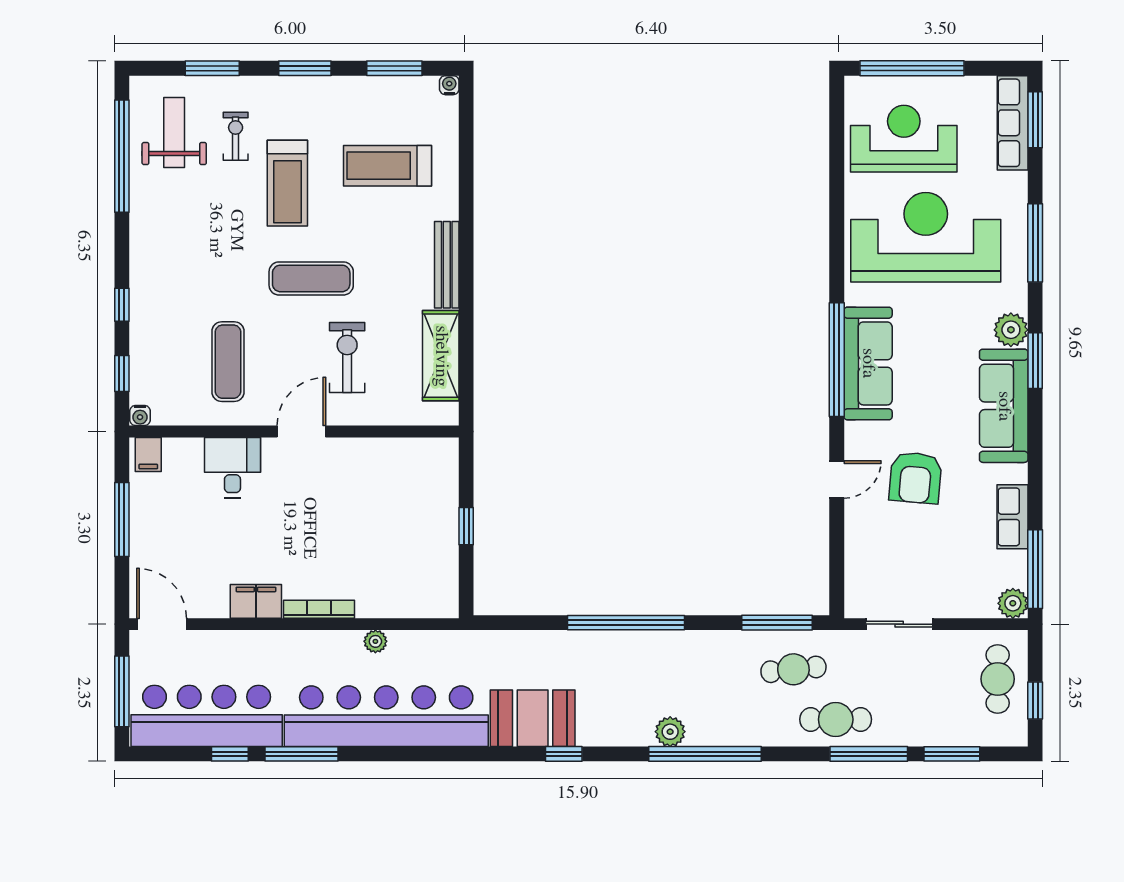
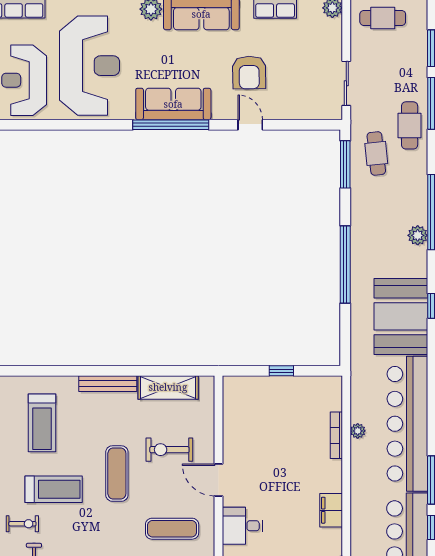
exercise bike: (236, 136) -> (22, 524), turned 180
reception desk: (926, 237) -> (90, 66), turned 180
armchair: (915, 478) -> (249, 73), turned 84
bookcase: (319, 609) -> (336, 435), moved
booth: (533, 718) -> (401, 316), width x1.36, depth x1.42

